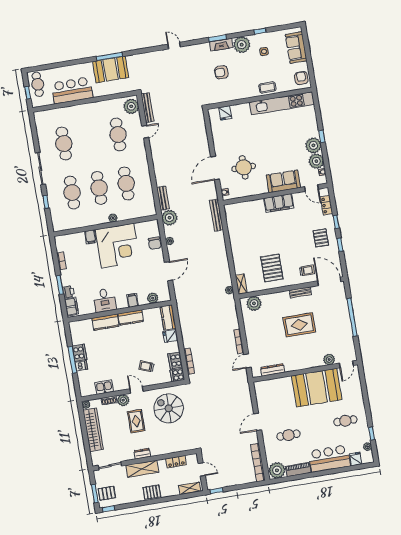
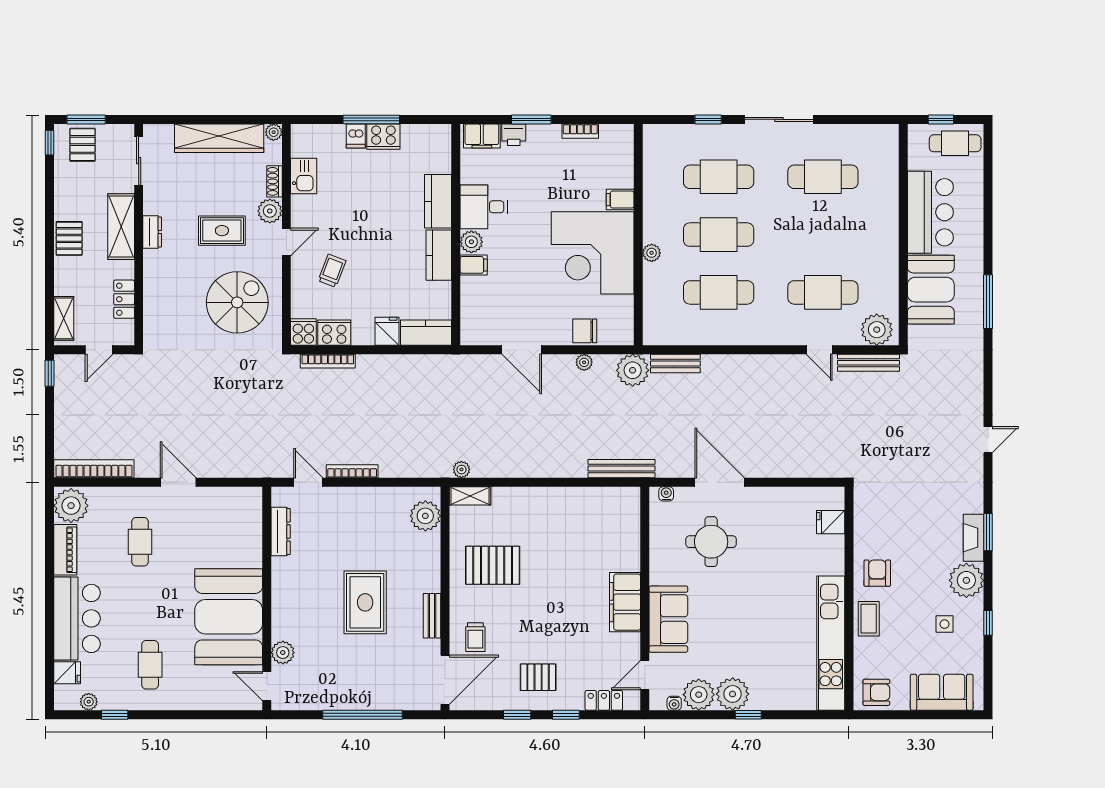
booth: (111, 69) -> (931, 290), moved
armchair: (221, 72) -> (877, 573), moved
plant: (153, 298) -> (471, 242), moved

